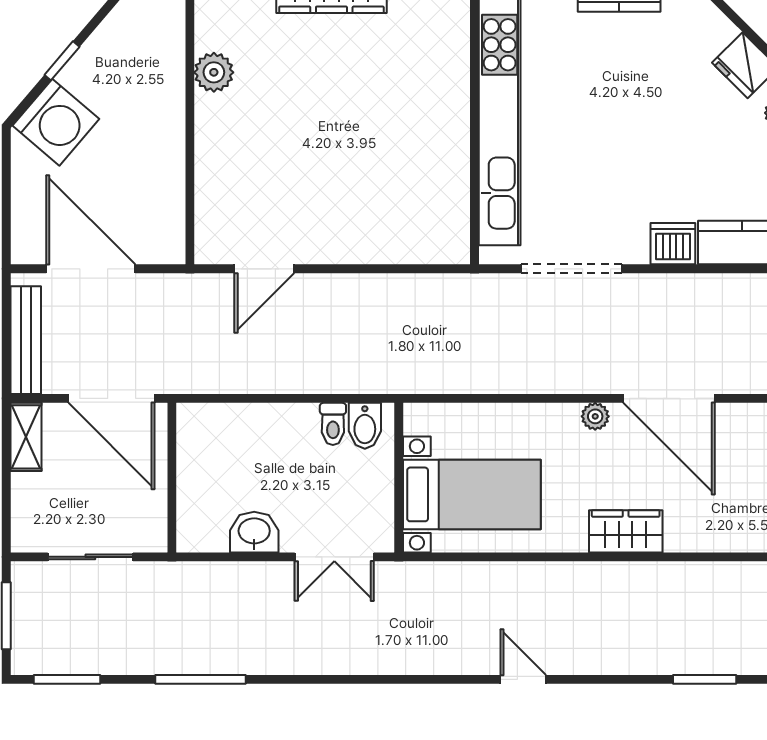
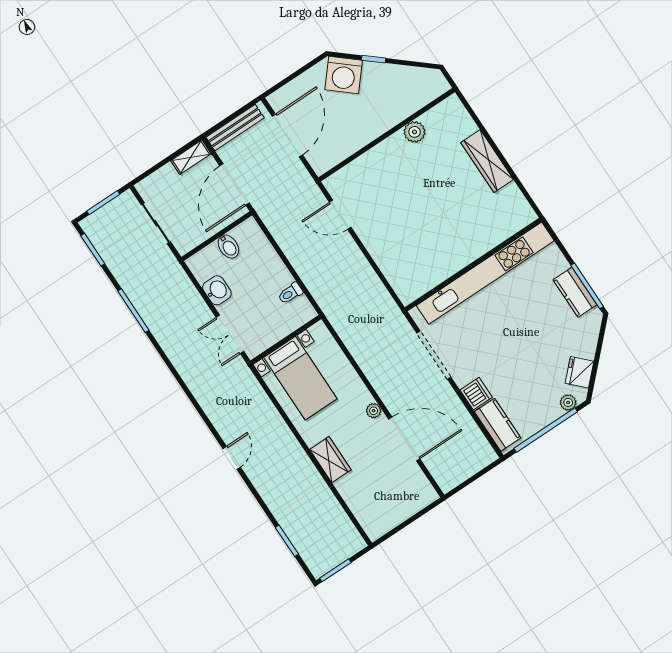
door: (669, 398) -> (404, 439), swing flipped
bidet: (365, 426) -> (228, 246), moved, turned -90

